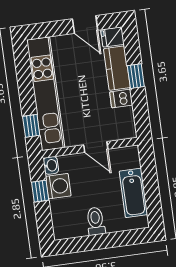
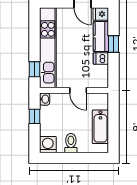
washing machine: (58, 186) -> (48, 145), moved, turned -90

